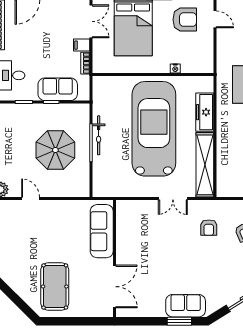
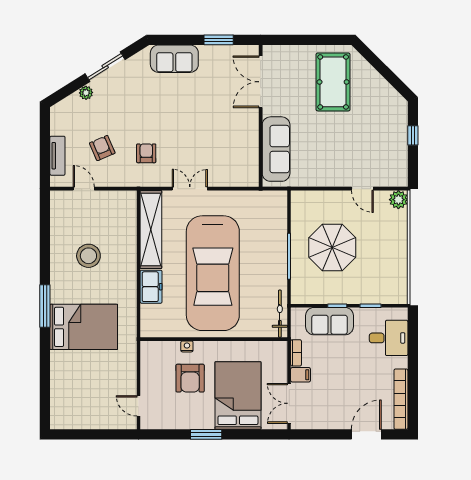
armchair: (185, 20) -> (190, 378), moved, turned -90
freezer: (205, 112) -> (151, 287), width x0.71
bicycle: (99, 135) -> (280, 314), moved
window: (179, 321) -> (219, 40), moved

